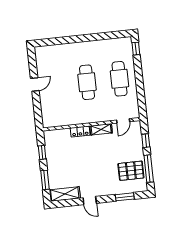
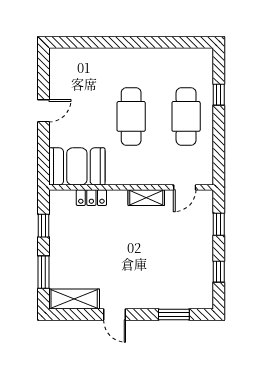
window: (136, 49) -> (219, 95), moved
booth: (58, 115) -> (77, 166), added
locker: (80, 132) -> (91, 198), moved
window: (149, 169) -> (219, 272), width x0.46
pallet: (131, 171) -> (189, 272), removed

